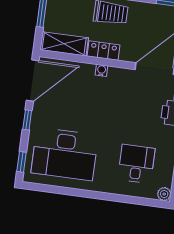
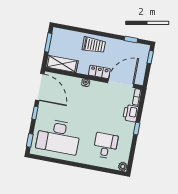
locker: (104, 51) -> (99, 72), moved
door: (33, 80) -> (40, 87), hinge flipped

